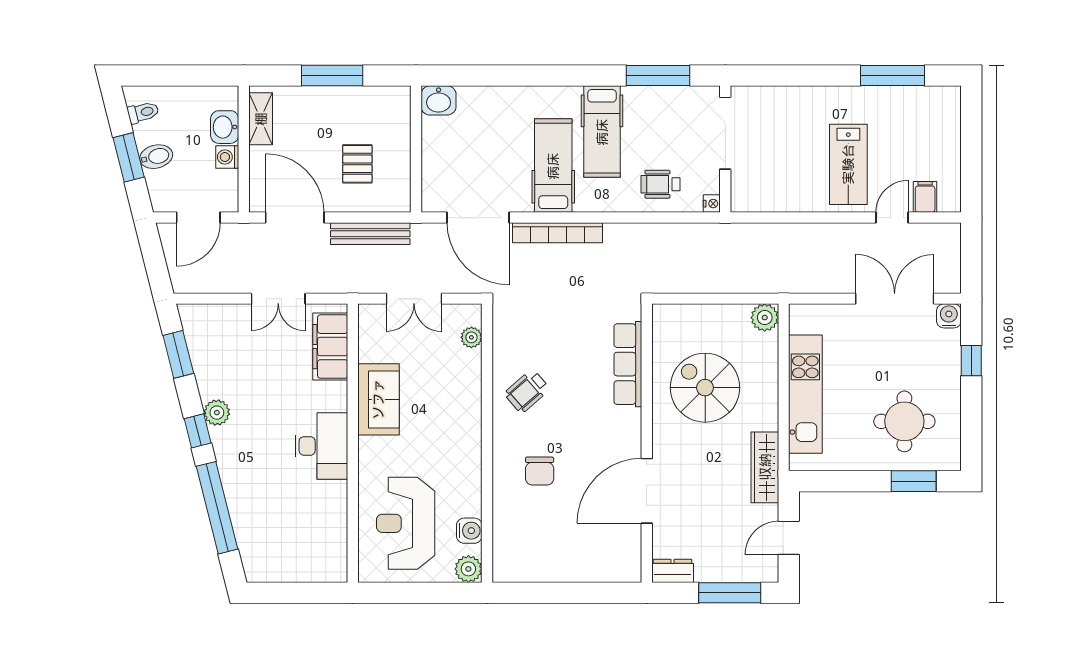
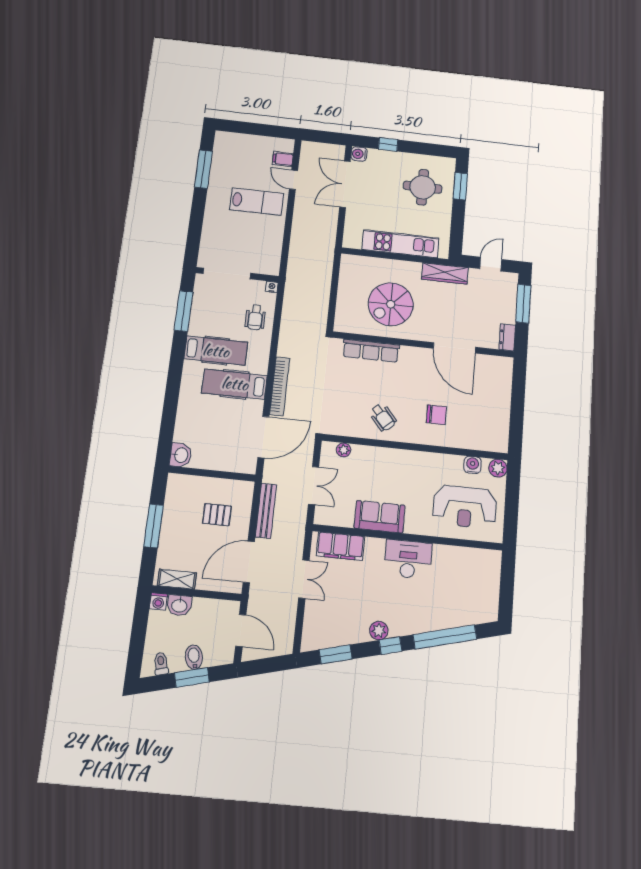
washing machine: (227, 157) -> (158, 601), moved
plant: (765, 318) -> (349, 263), removed
door: (789, 538) -> (491, 264), swing flipped

